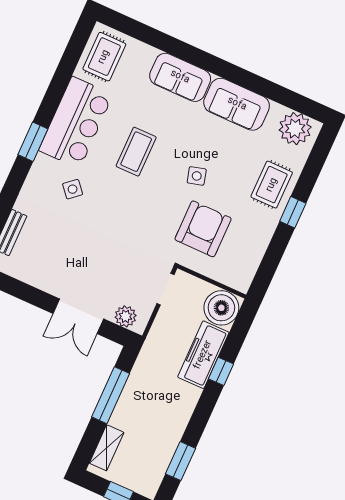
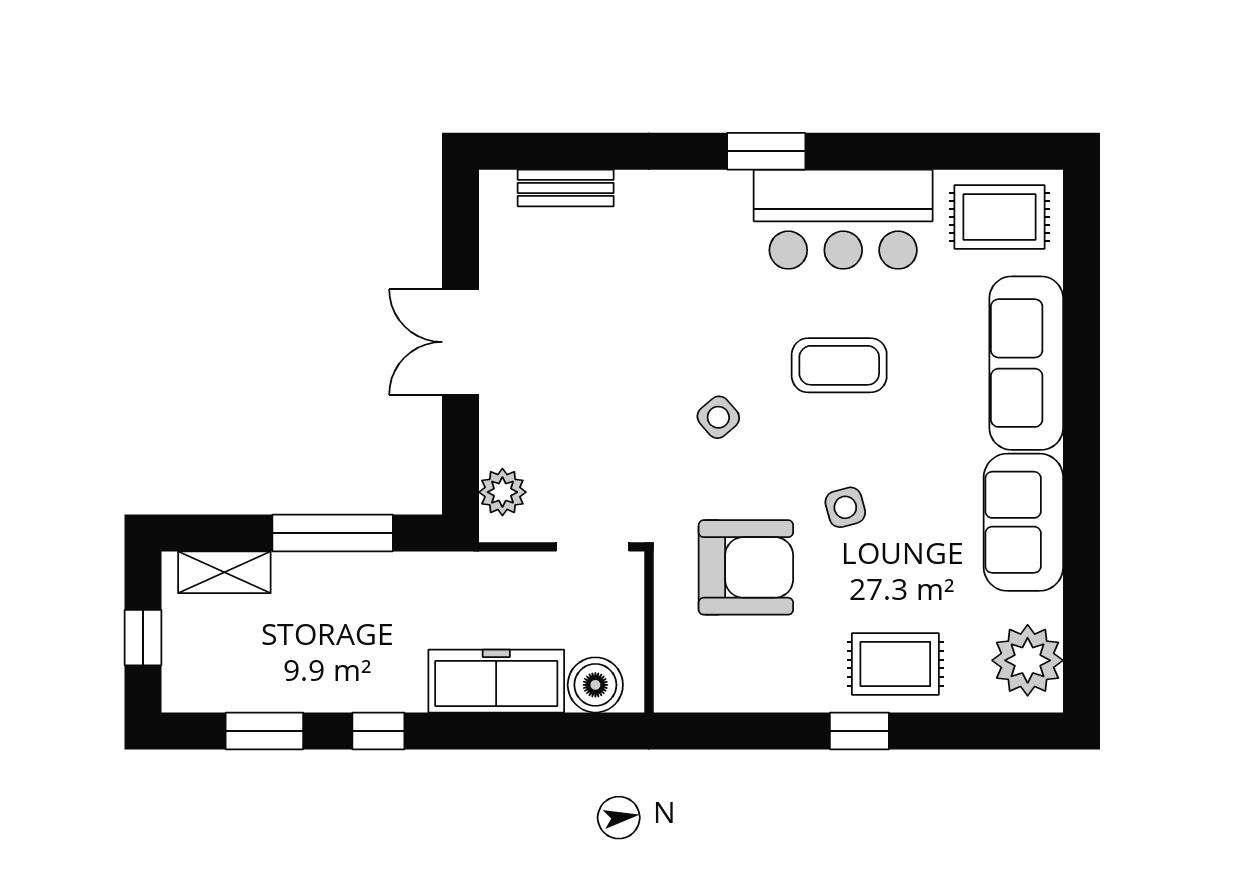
sofa: (180, 77) -> (1026, 363), width x1.36
side table: (73, 189) -> (718, 417), moved
boiler: (221, 308) -> (595, 685), width x0.73, depth x0.73
double door: (78, 316) -> (460, 342), moved
window: (221, 371) -> (378, 731), moved

